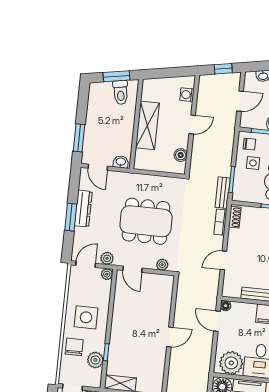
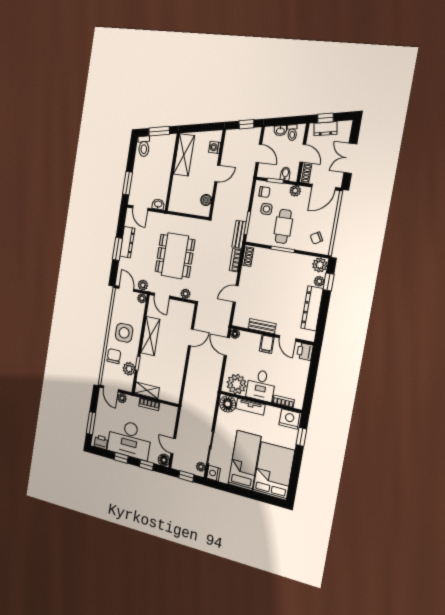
toilet: (121, 92) -> (144, 146), moved
door: (240, 101) -> (259, 153), hinge flipped
shelving: (147, 125) -> (184, 155), moved
dining table: (146, 221) -> (175, 256), turned 90
door: (86, 264) -> (126, 289), hinge flipped
shelving: (121, 318) -> (150, 336), added
door: (170, 337) -> (191, 337), moved

